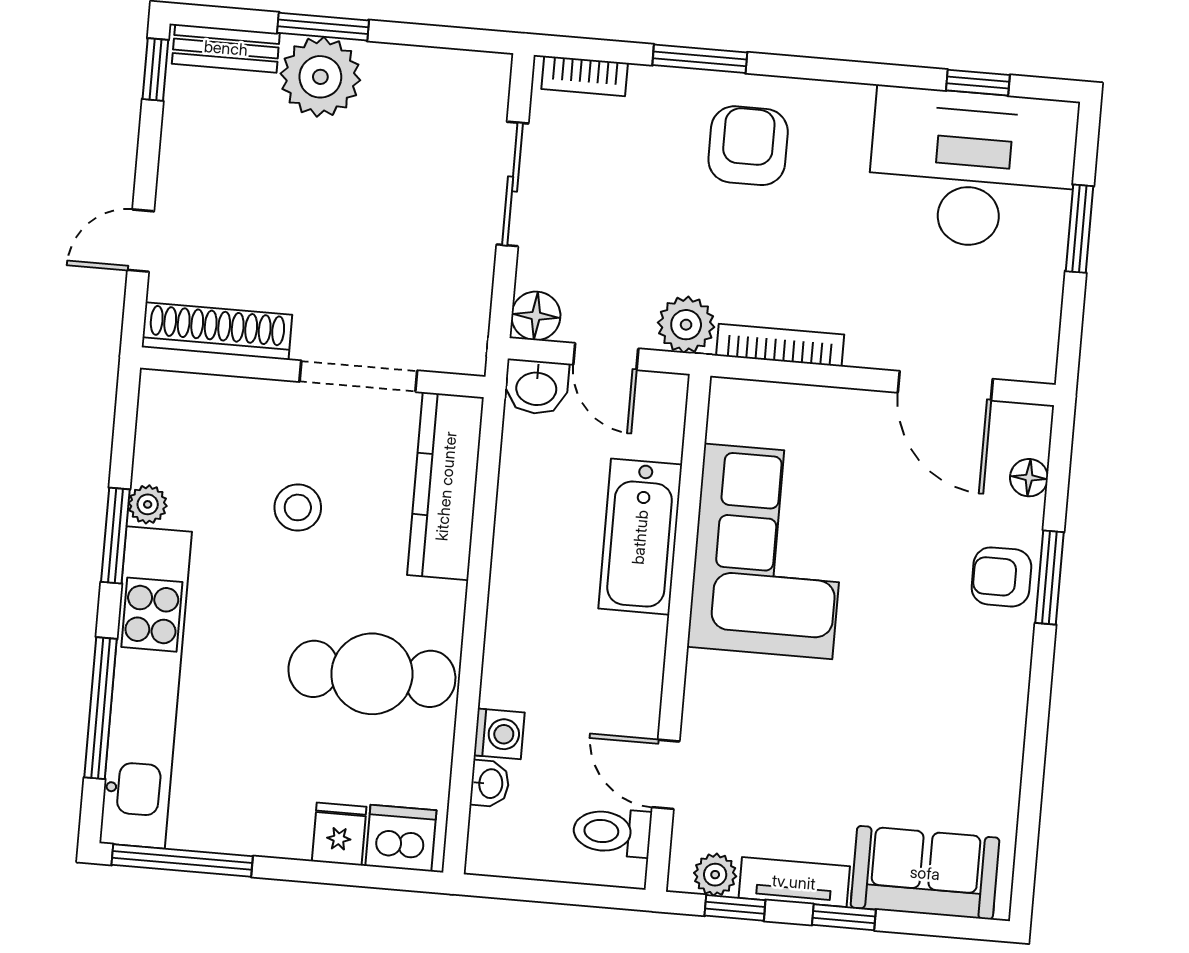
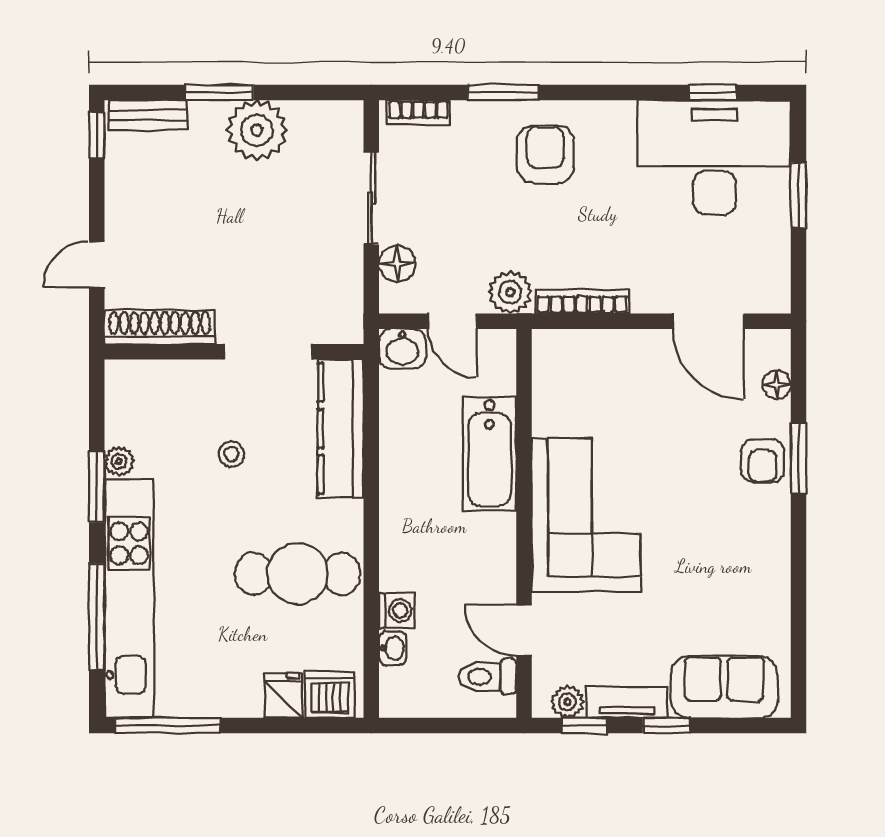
plant: (320, 77) -> (257, 130), moved
floor lamp: (536, 316) -> (397, 264), moved
stool: (298, 507) -> (231, 454), width x0.73, depth x0.73
corner sofa: (768, 551) -> (586, 515), moved
armchair: (1001, 577) -> (762, 461), turned -90

